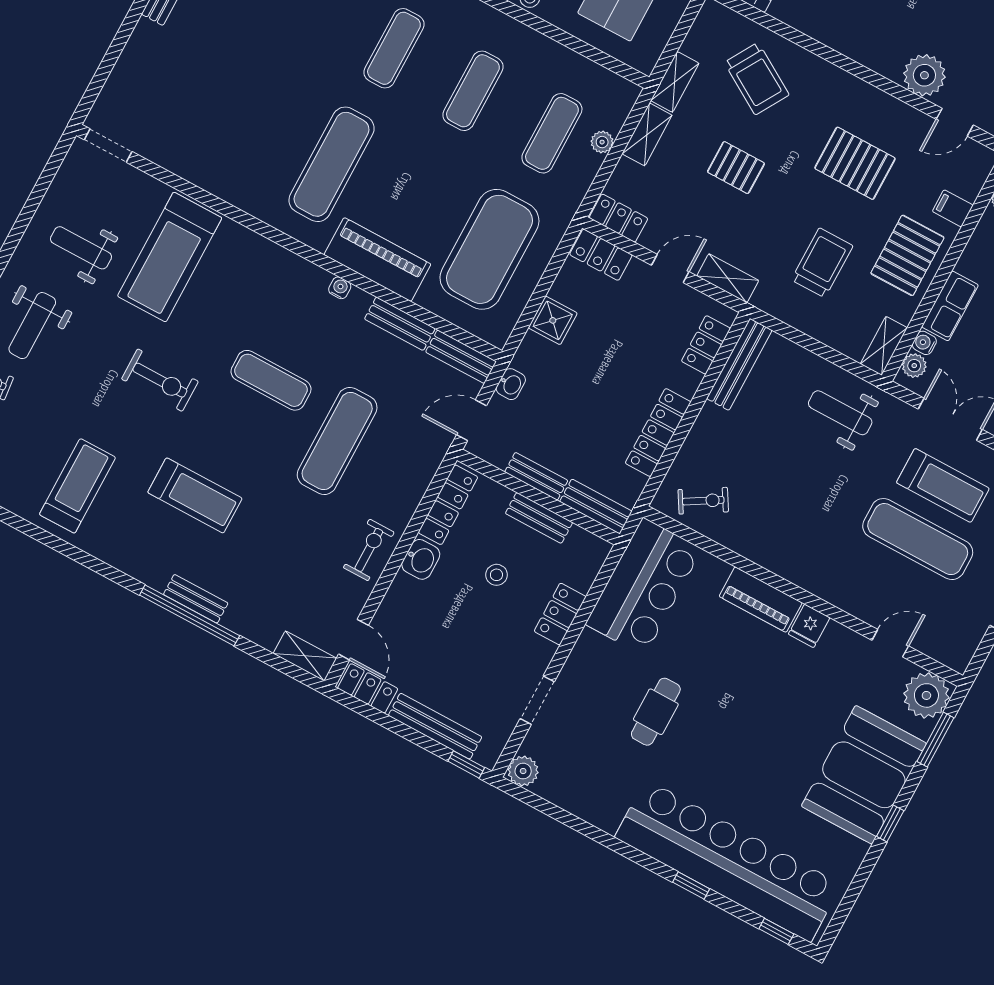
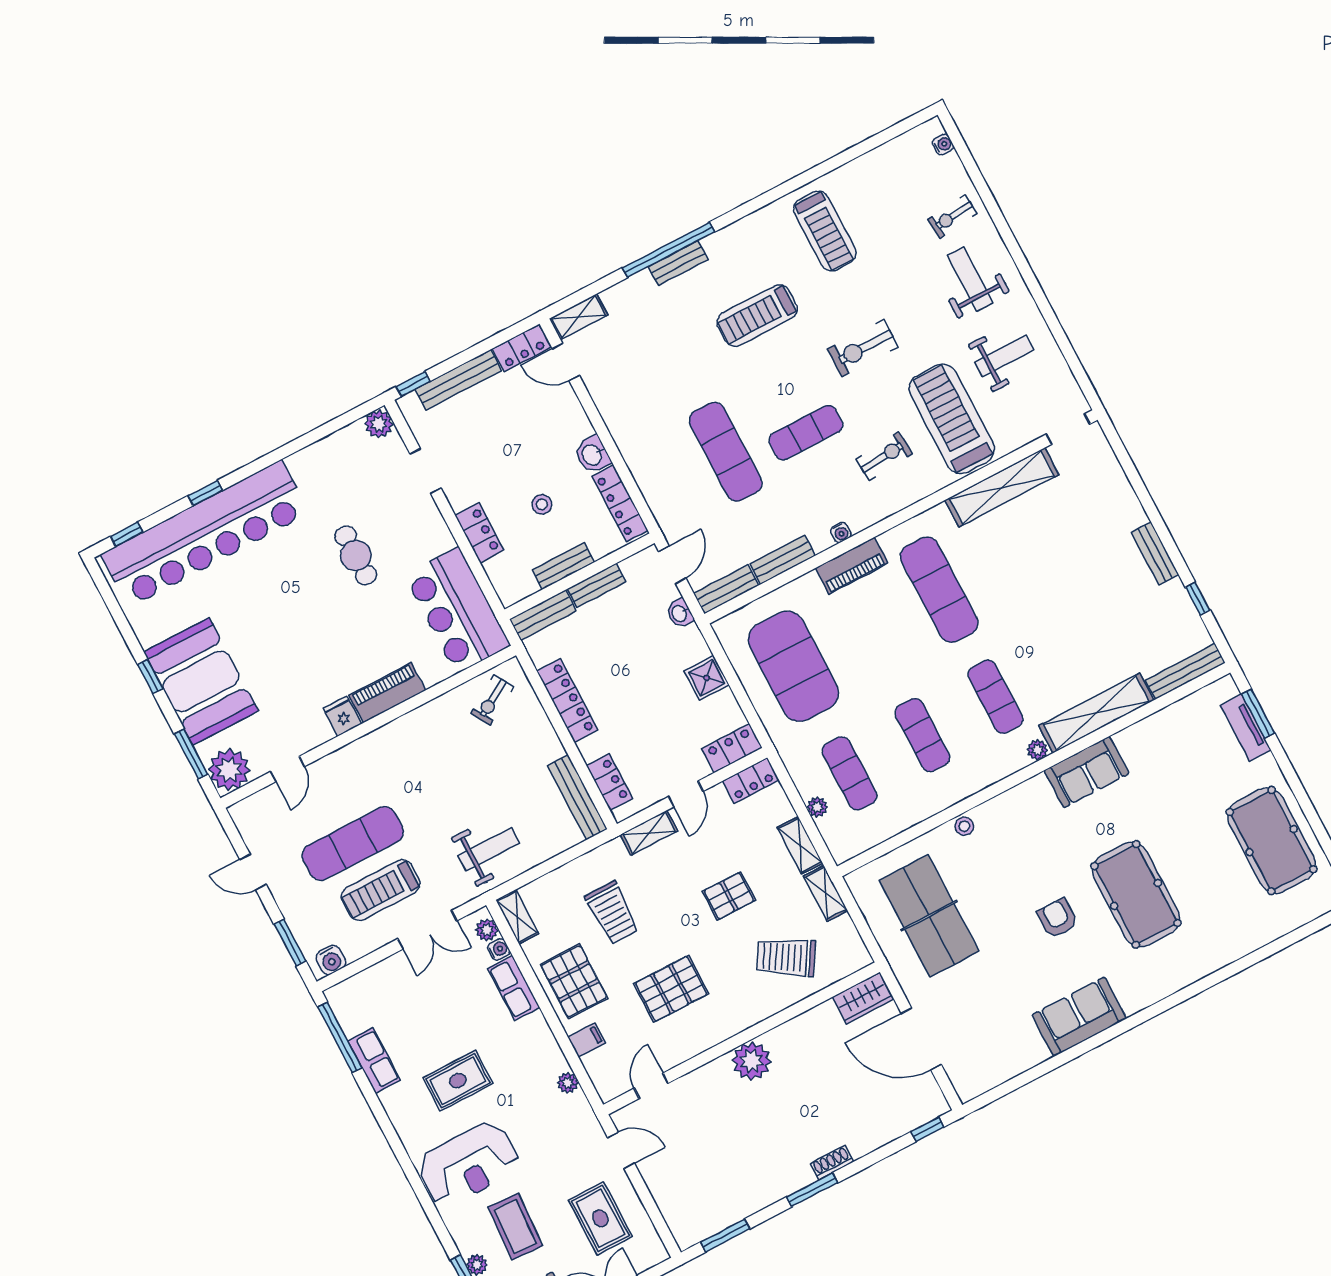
plant: (924, 75) -> (752, 1061), moved
shelving: (201, 170) -> (1002, 487), added
piano: (377, 259) -> (852, 566), width x0.73, depth x0.75
exercise bike: (369, 550) -> (884, 456), moved, turned -95

